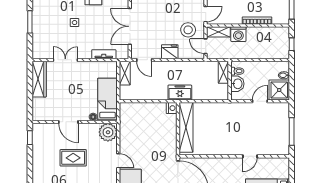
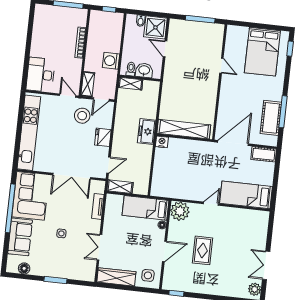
washing machine: (238, 34) -> (111, 61), moved, turned 180
side table: (44, 109) -> (148, 275), added

